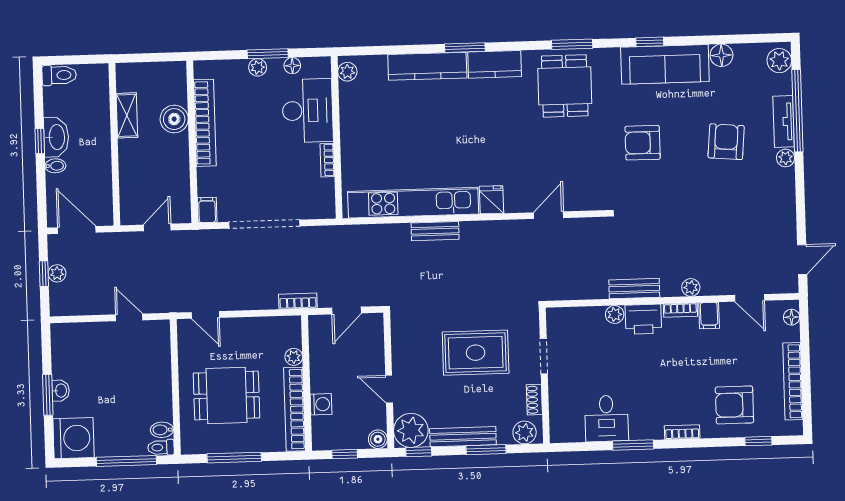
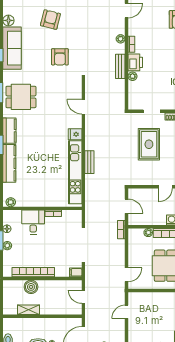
desk: (308, 111) -> (33, 222), width x0.73
armchair: (726, 142) -> (50, 20), turned 99
armchair: (643, 143) -> (60, 57), moved
filing cabinet: (709, 316) -> (135, 30), removed

